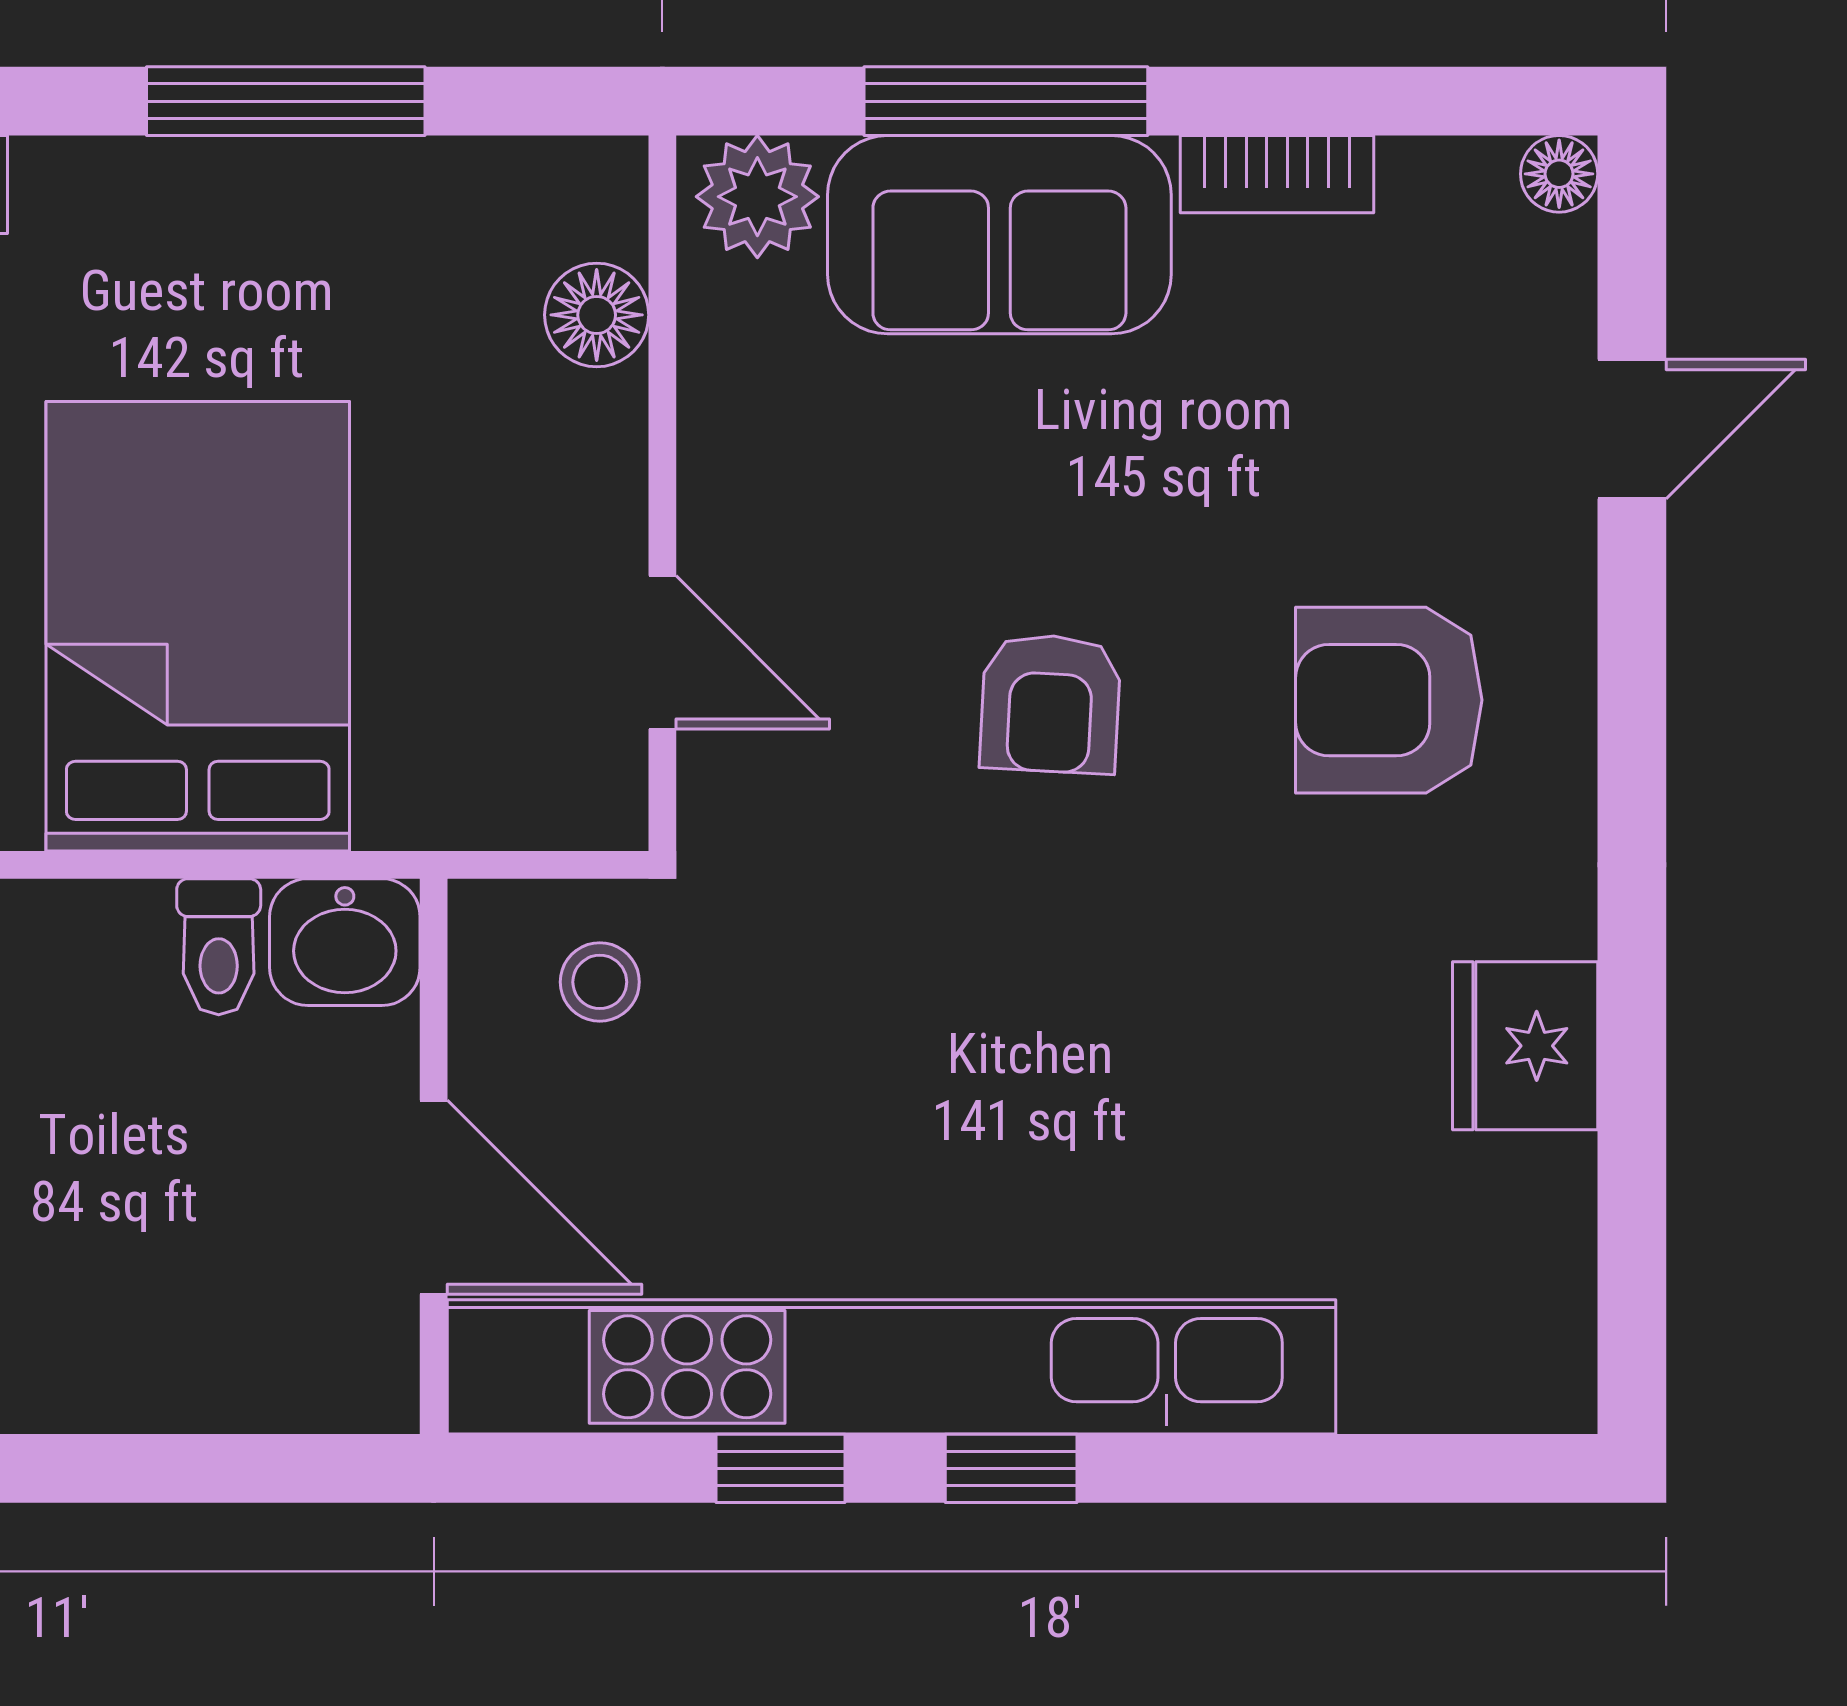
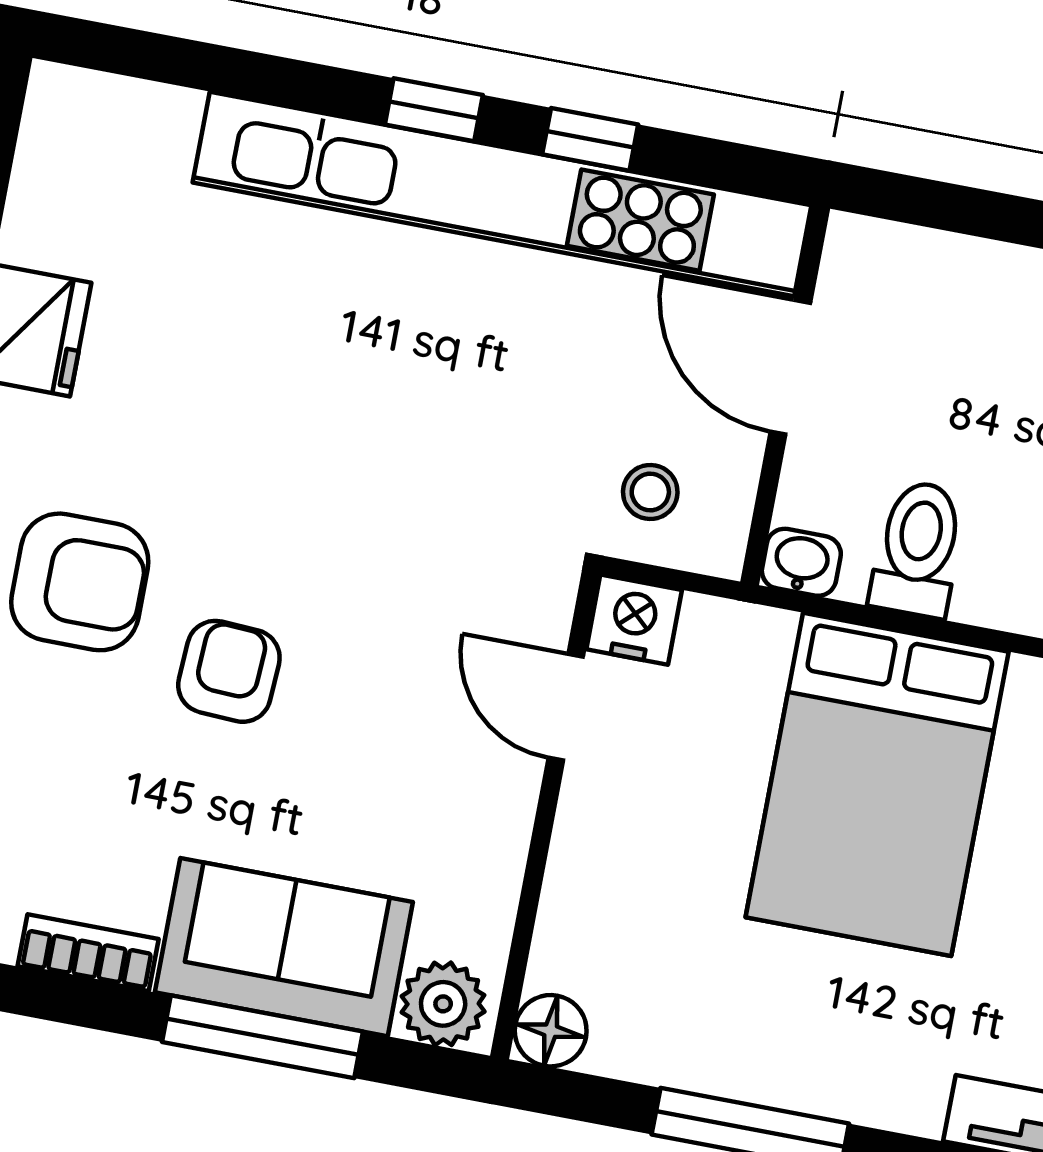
floor lamp: (597, 315) -> (551, 1031), moved
armchair: (1050, 704) -> (229, 671), moved
nightstand: (588, 796) -> (634, 620), added
washbasin: (345, 942) -> (801, 562), width x0.72, depth x0.69
toilet: (219, 947) -> (918, 549), width x1.37, depth x1.39

